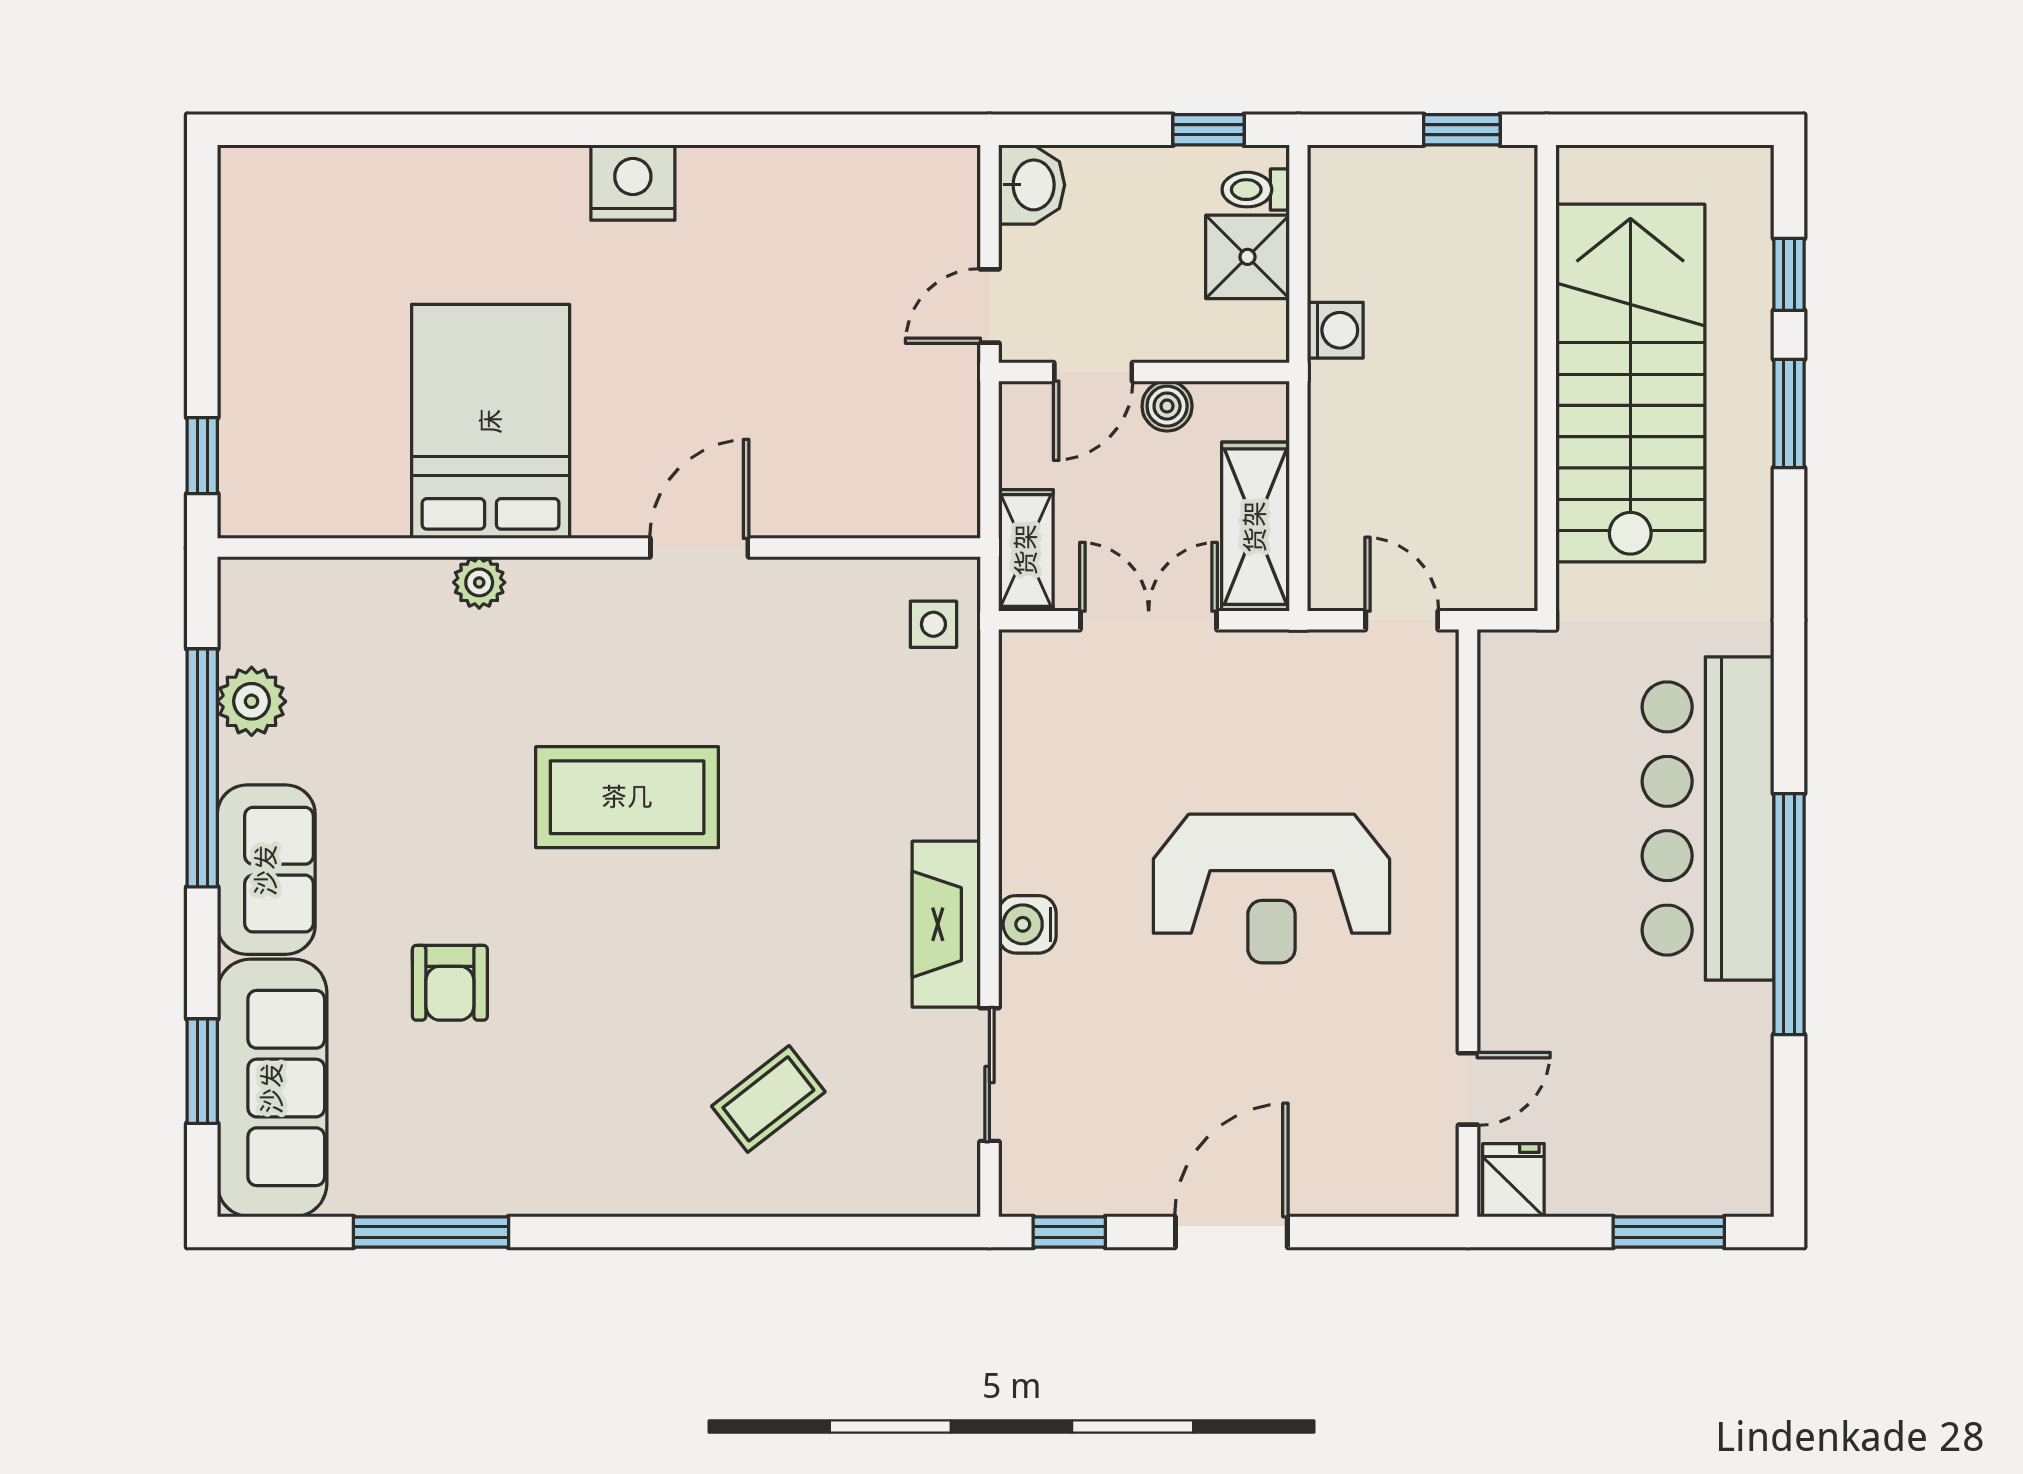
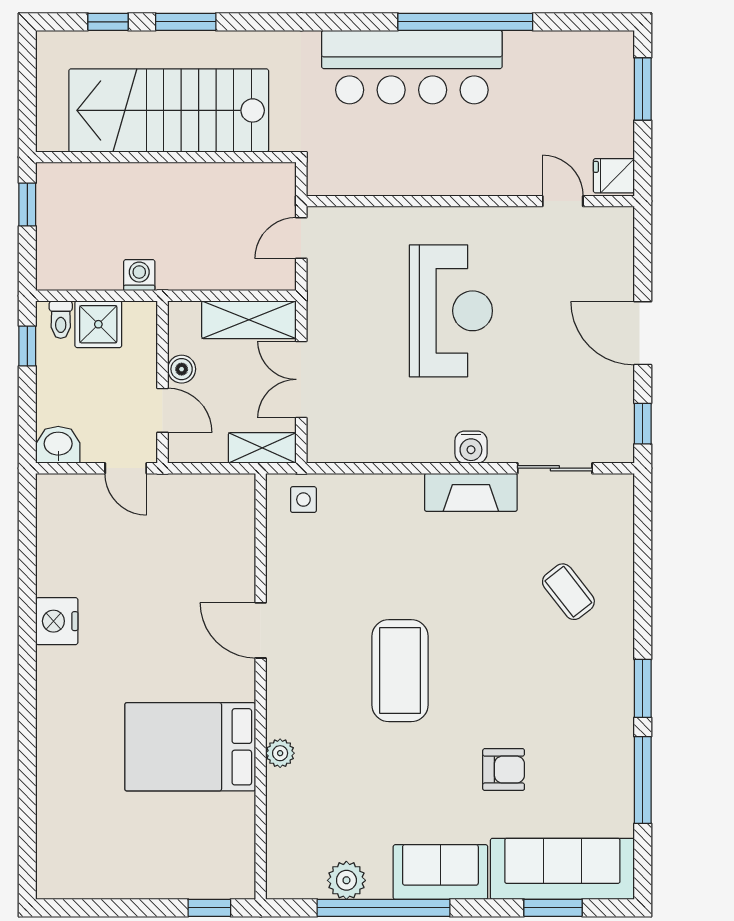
nightstand: (633, 183) -> (57, 621), moved
window: (595, 1232) -> (643, 688), added

